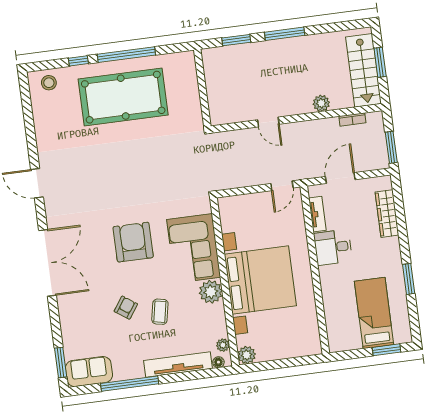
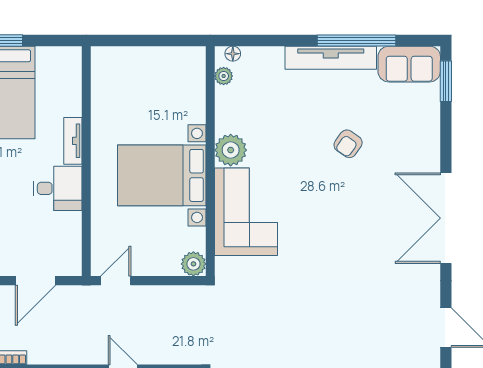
tv unit: (317, 214) -> (73, 141), moved
armchair: (133, 242) -> (327, 231), removed
bed with nightstands: (260, 280) -> (162, 175), width x0.73
coffee table: (160, 312) -> (303, 132), removed
plant: (247, 355) -> (193, 264), moved
tv unit: (178, 365) -> (331, 58), moved

